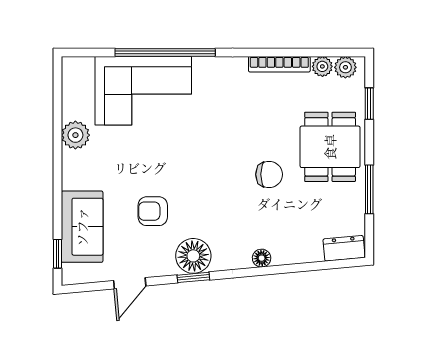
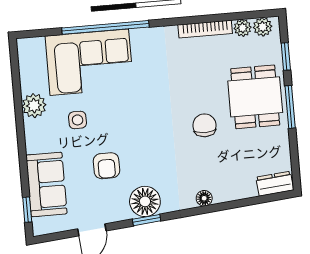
side table: (124, 156) -> (78, 120), added
chair: (269, 174) -> (204, 125), turned -90
window: (369, 189) -> (290, 107), moved
armchair: (153, 211) -> (106, 166), turned -90

